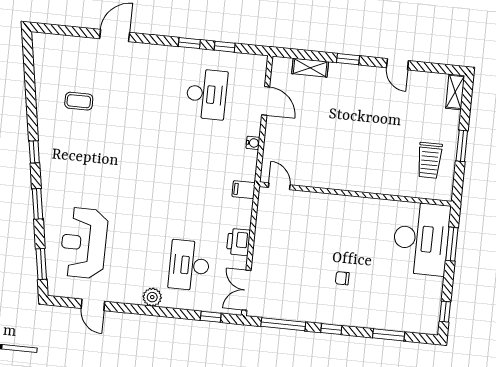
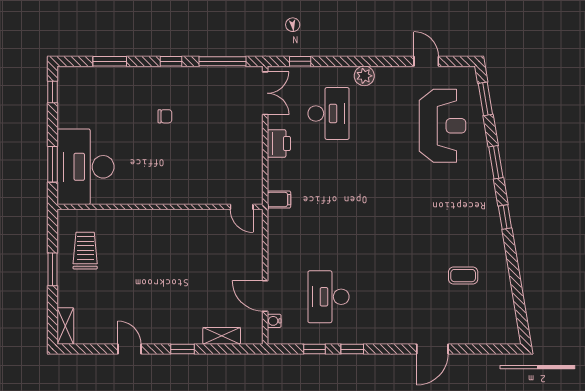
water cooler: (253, 143) -> (274, 321), moved

